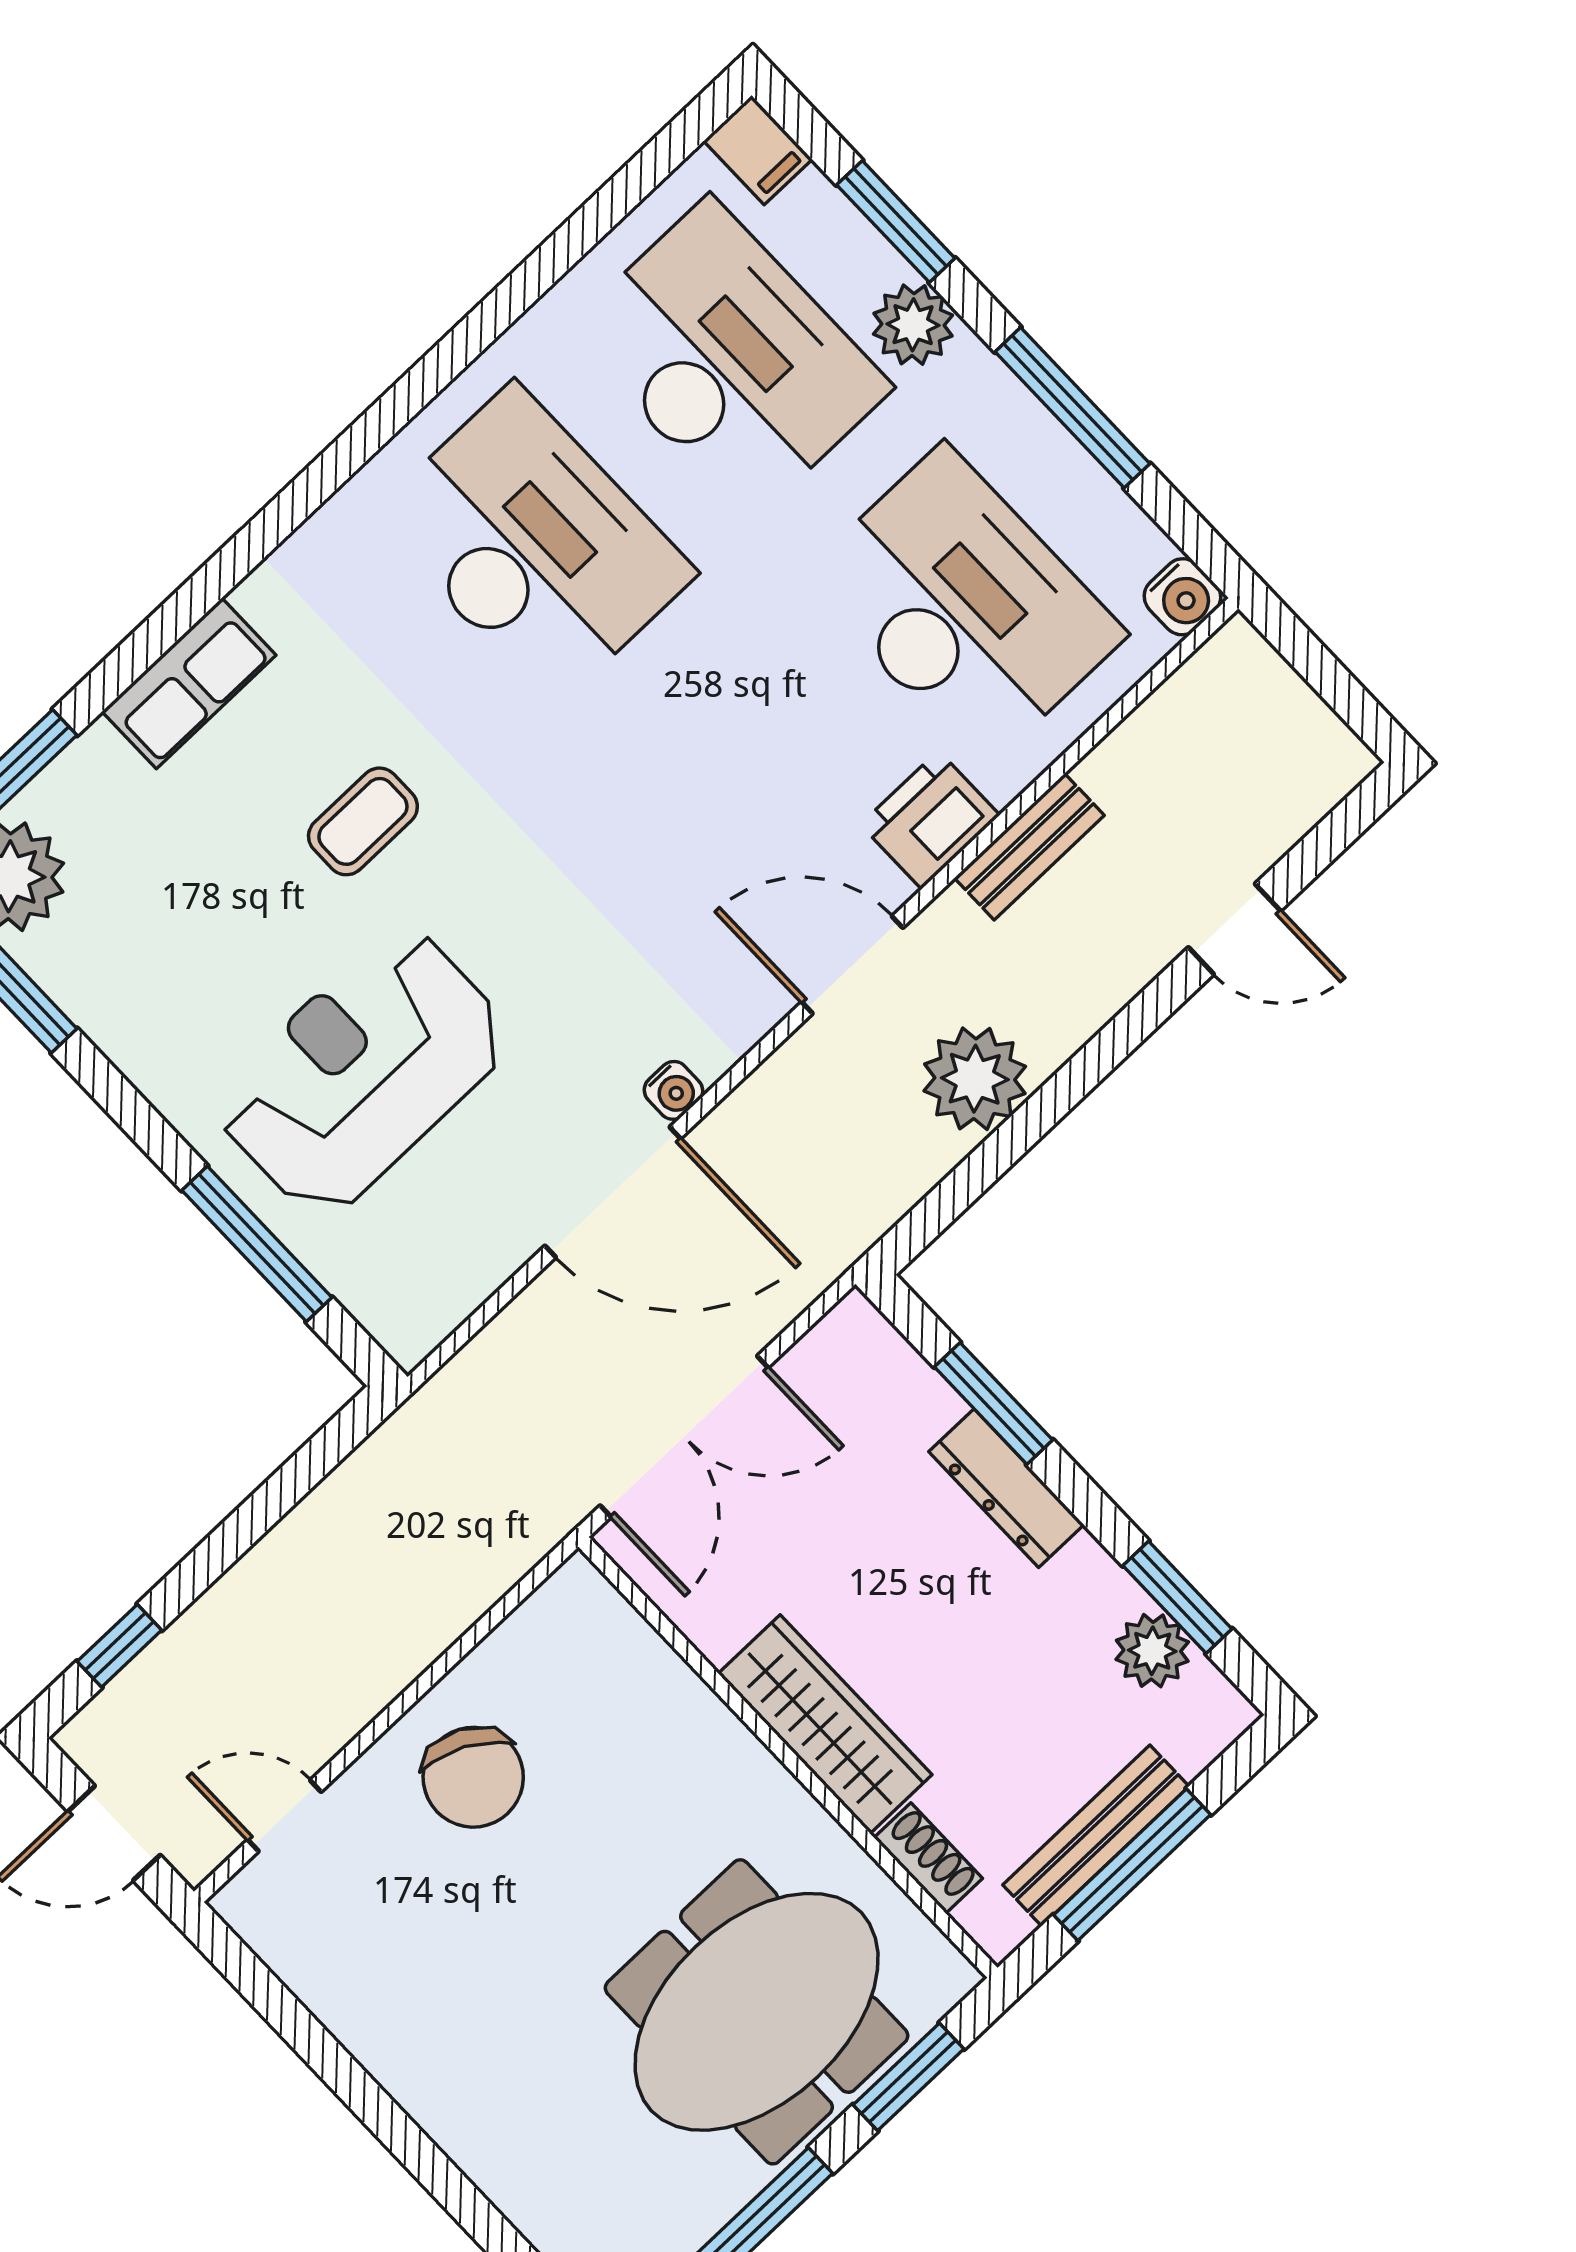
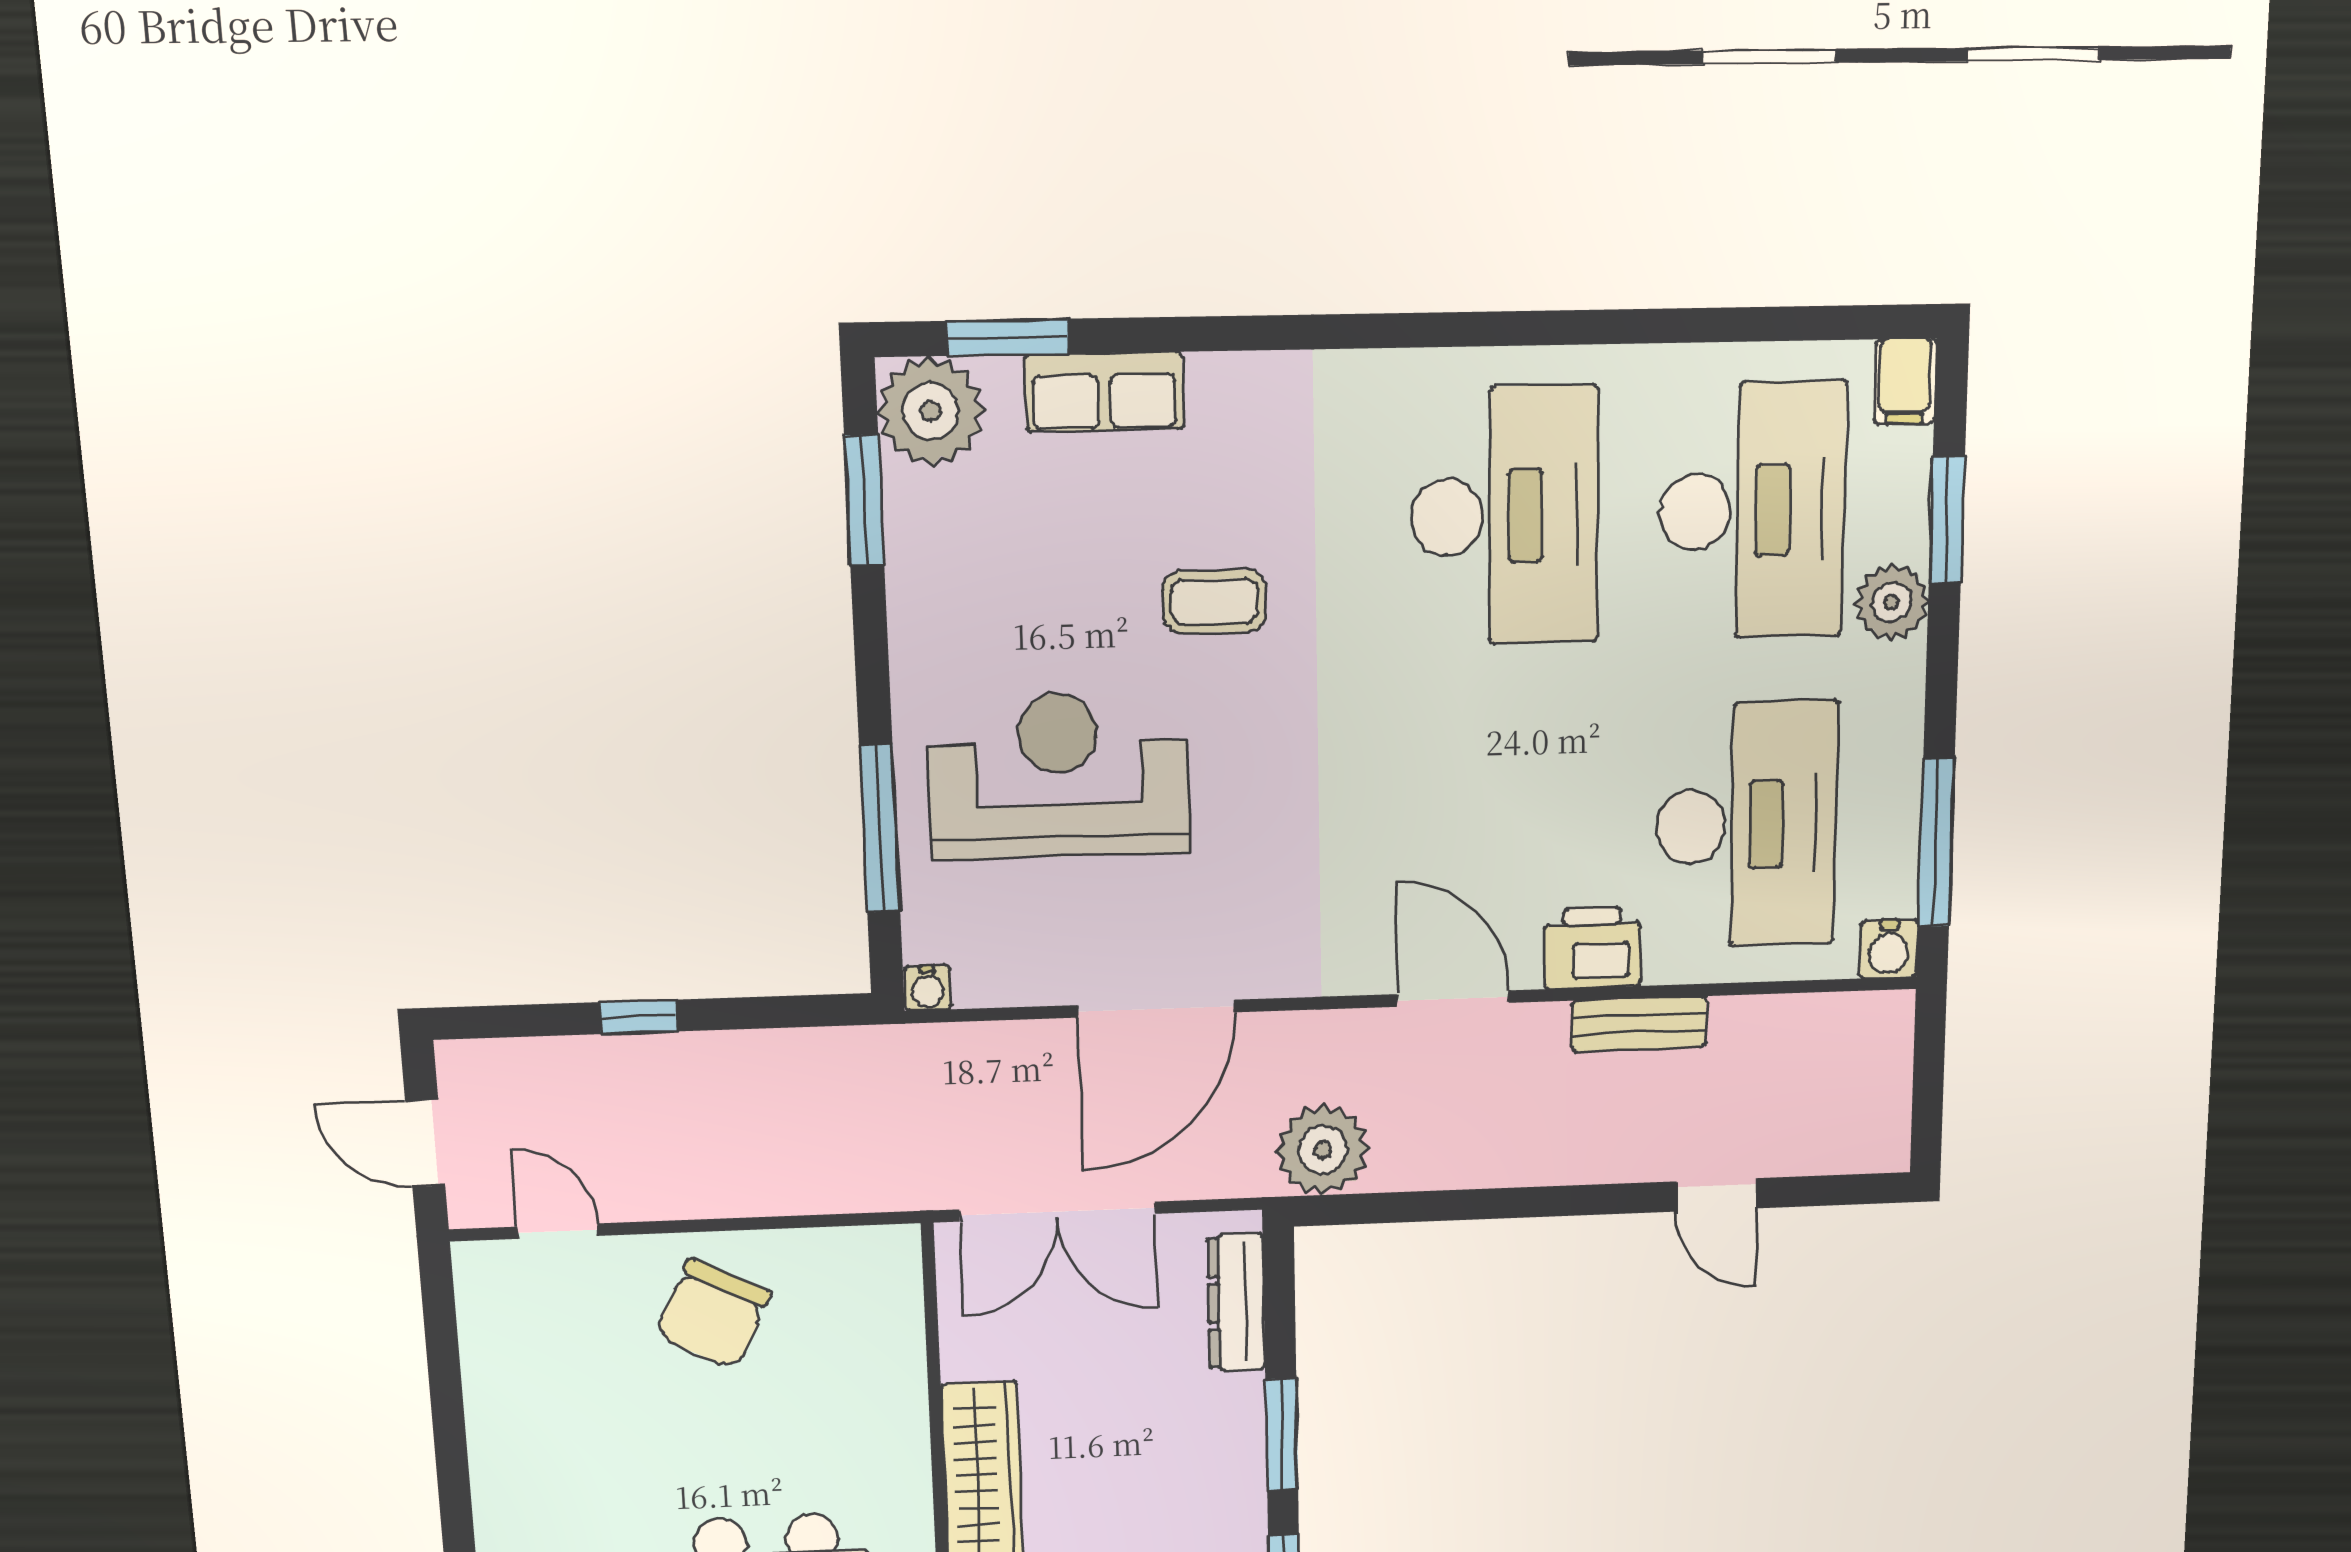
window: (1072, 408) -> (1936, 843), moved
row of seats: (189, 683) -> (1104, 392), moved
plant: (975, 1079) -> (1323, 1150), moved
water cooler: (673, 1090) -> (928, 988), moved
door: (613, 1192) -> (1156, 1009), hinge flipped
window: (993, 1403) -> (1282, 1435), moved
dresser: (1006, 1488) -> (1236, 1303), moved
window: (119, 1646) -> (639, 1017), moved

